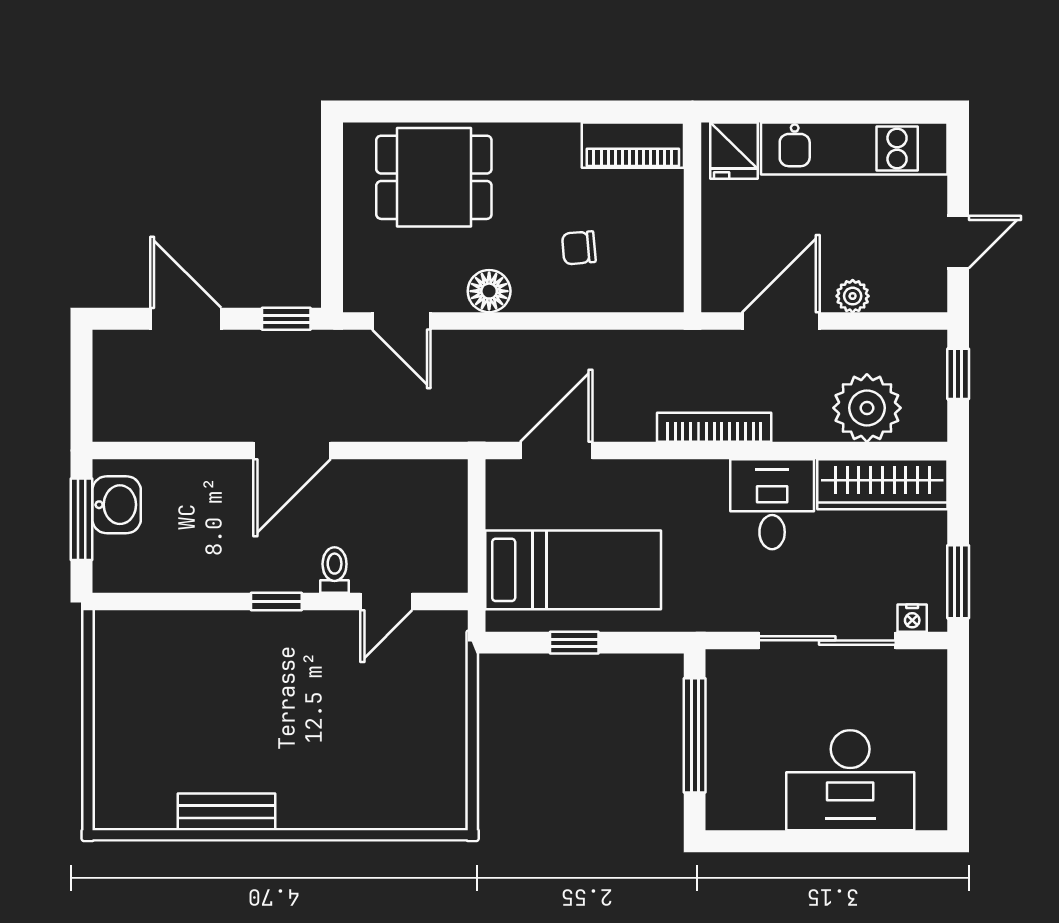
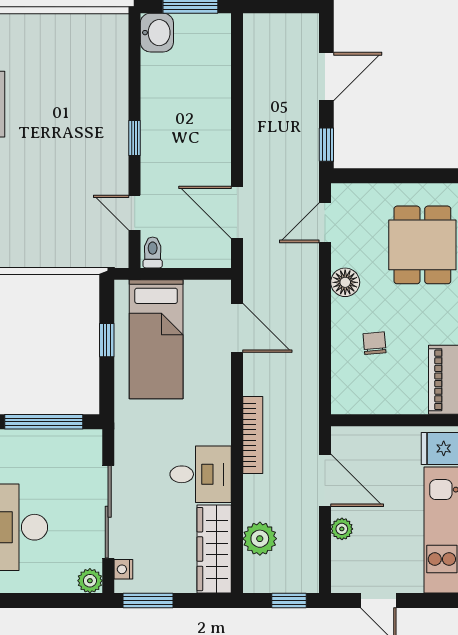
plant: (867, 408) -> (260, 539), width x0.73, depth x0.73
door: (292, 450) -> (237, 212), moved
washbasin: (117, 505) -> (157, 33), moved, turned -90
toilet: (335, 570) -> (153, 252), moved, turned -90
plant: (929, 667) -> (90, 581), added

